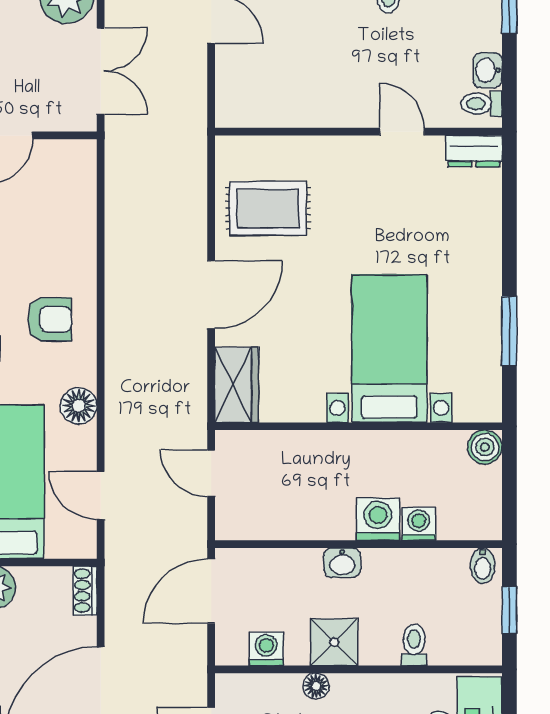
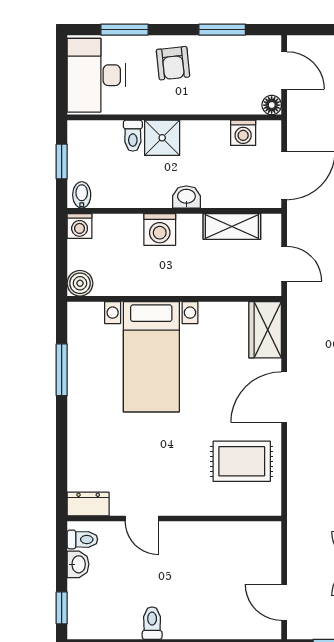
shelving: (281, 523) -> (232, 227), added
washing machine: (419, 524) -> (80, 226), moved
shower: (334, 642) -> (162, 138), moved
floor lamp: (316, 686) -> (272, 105), moved

